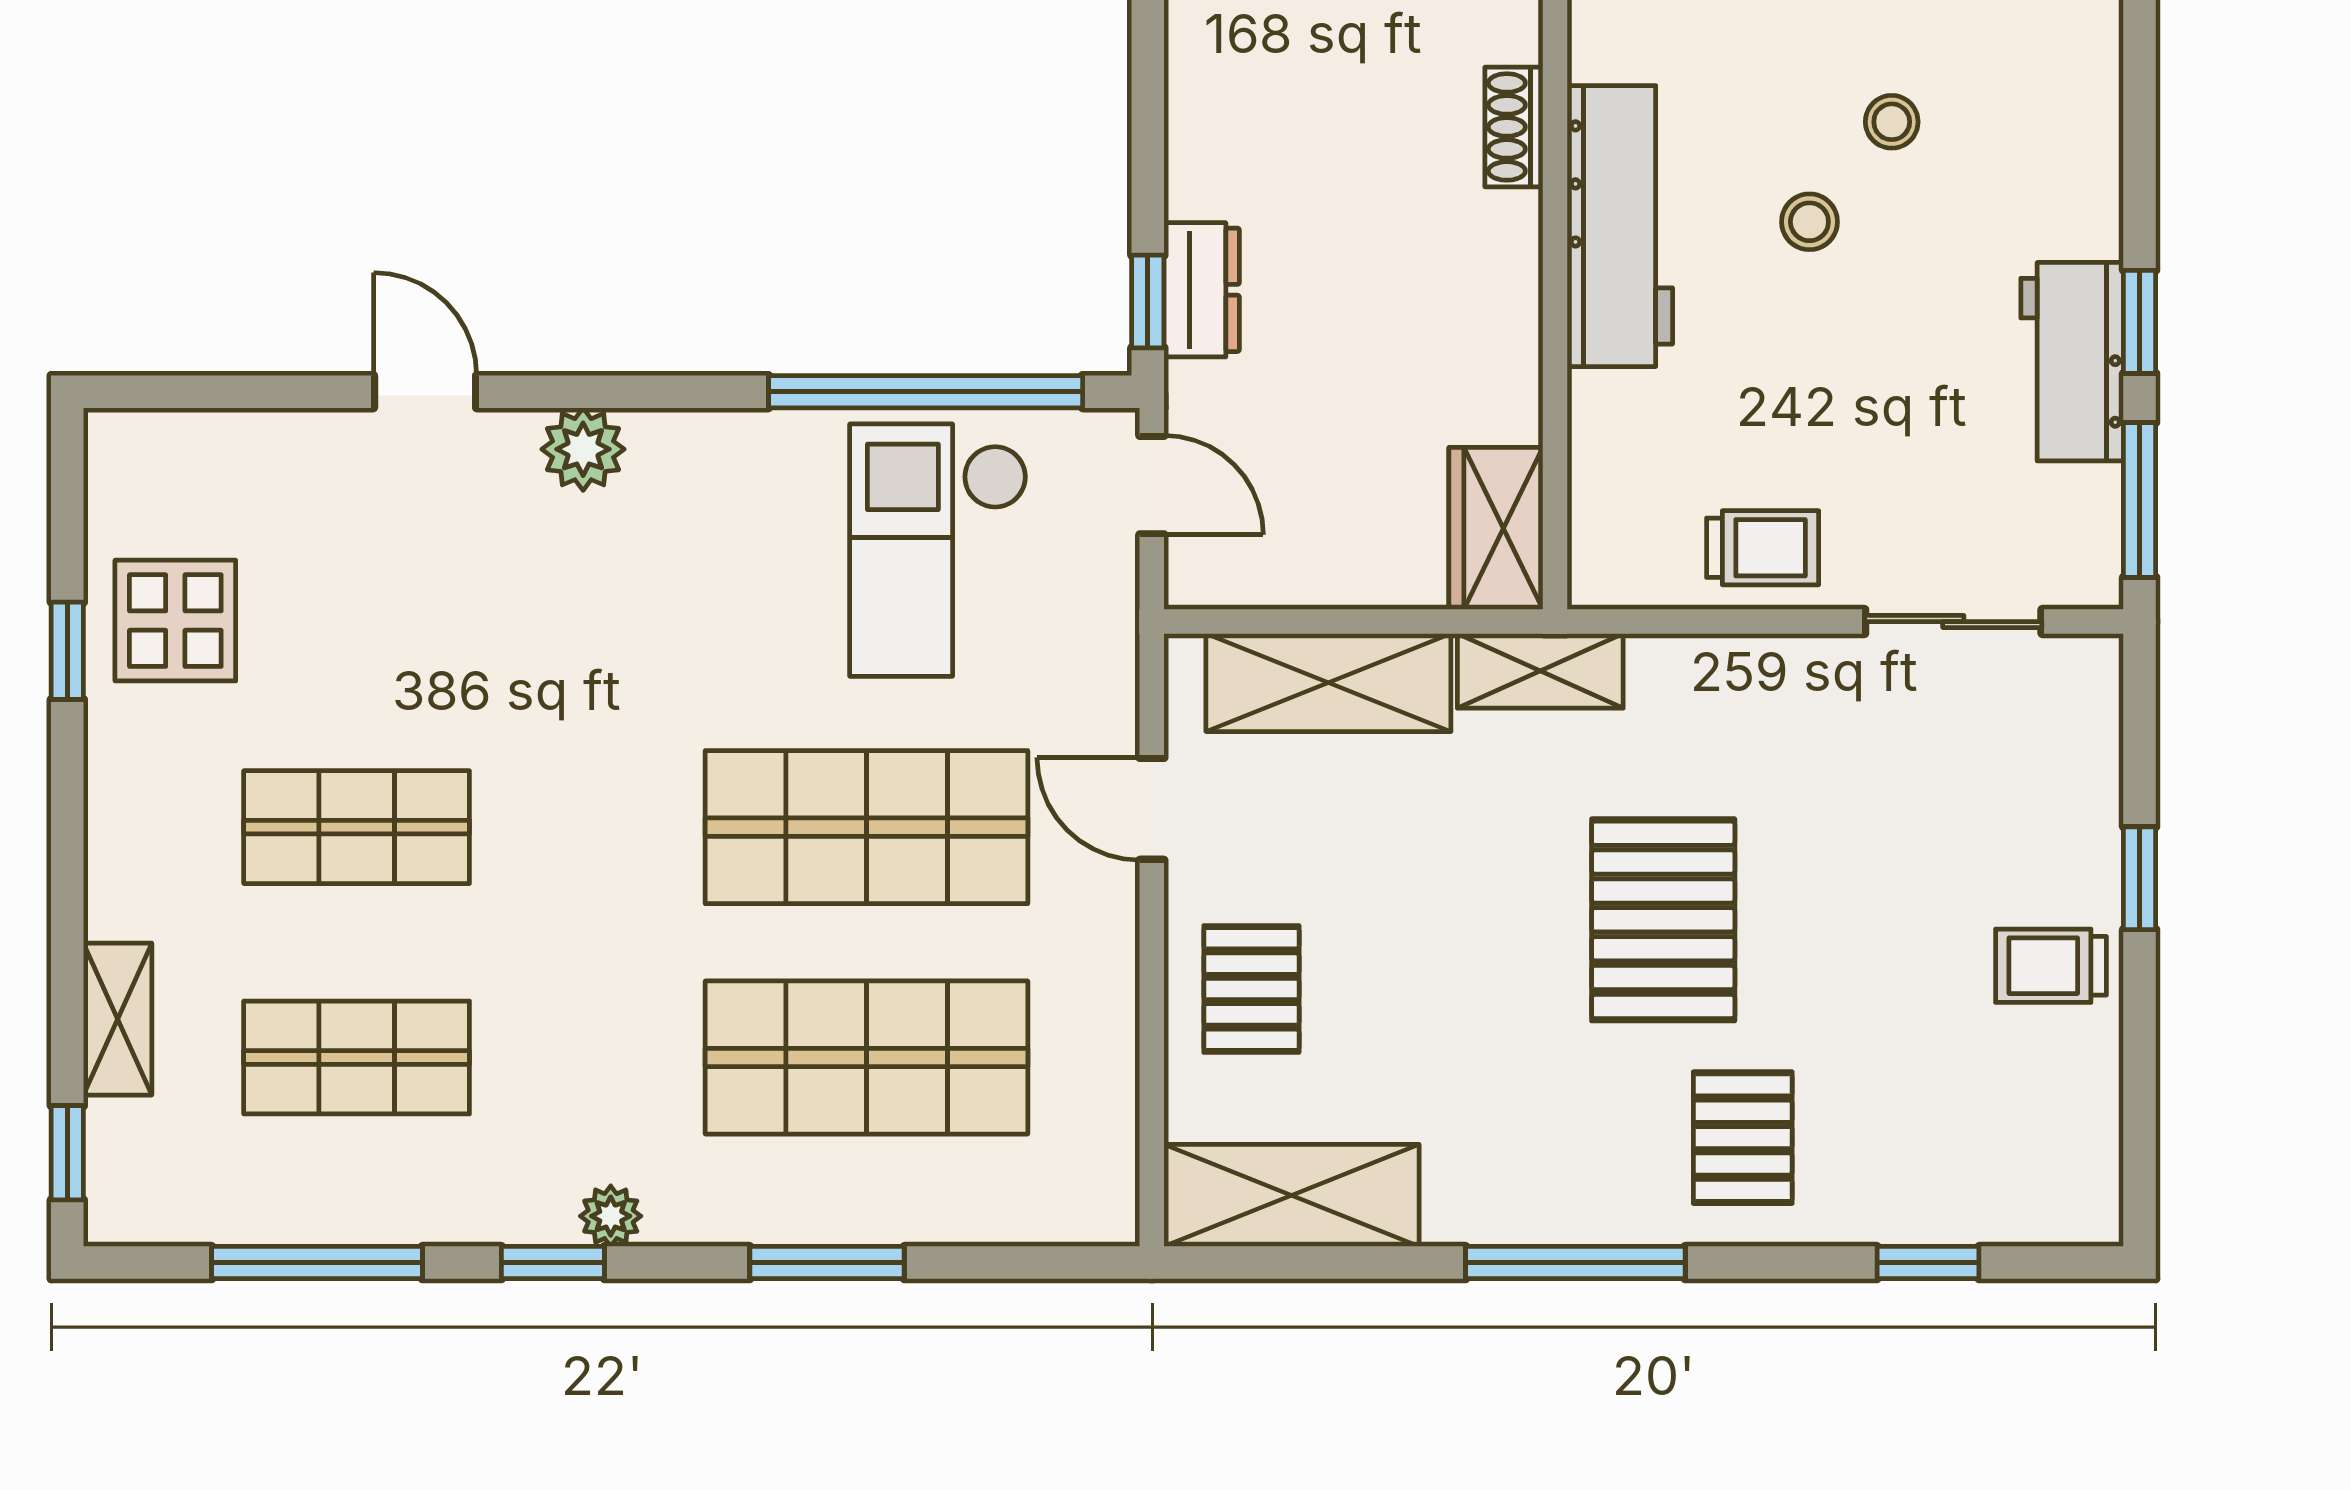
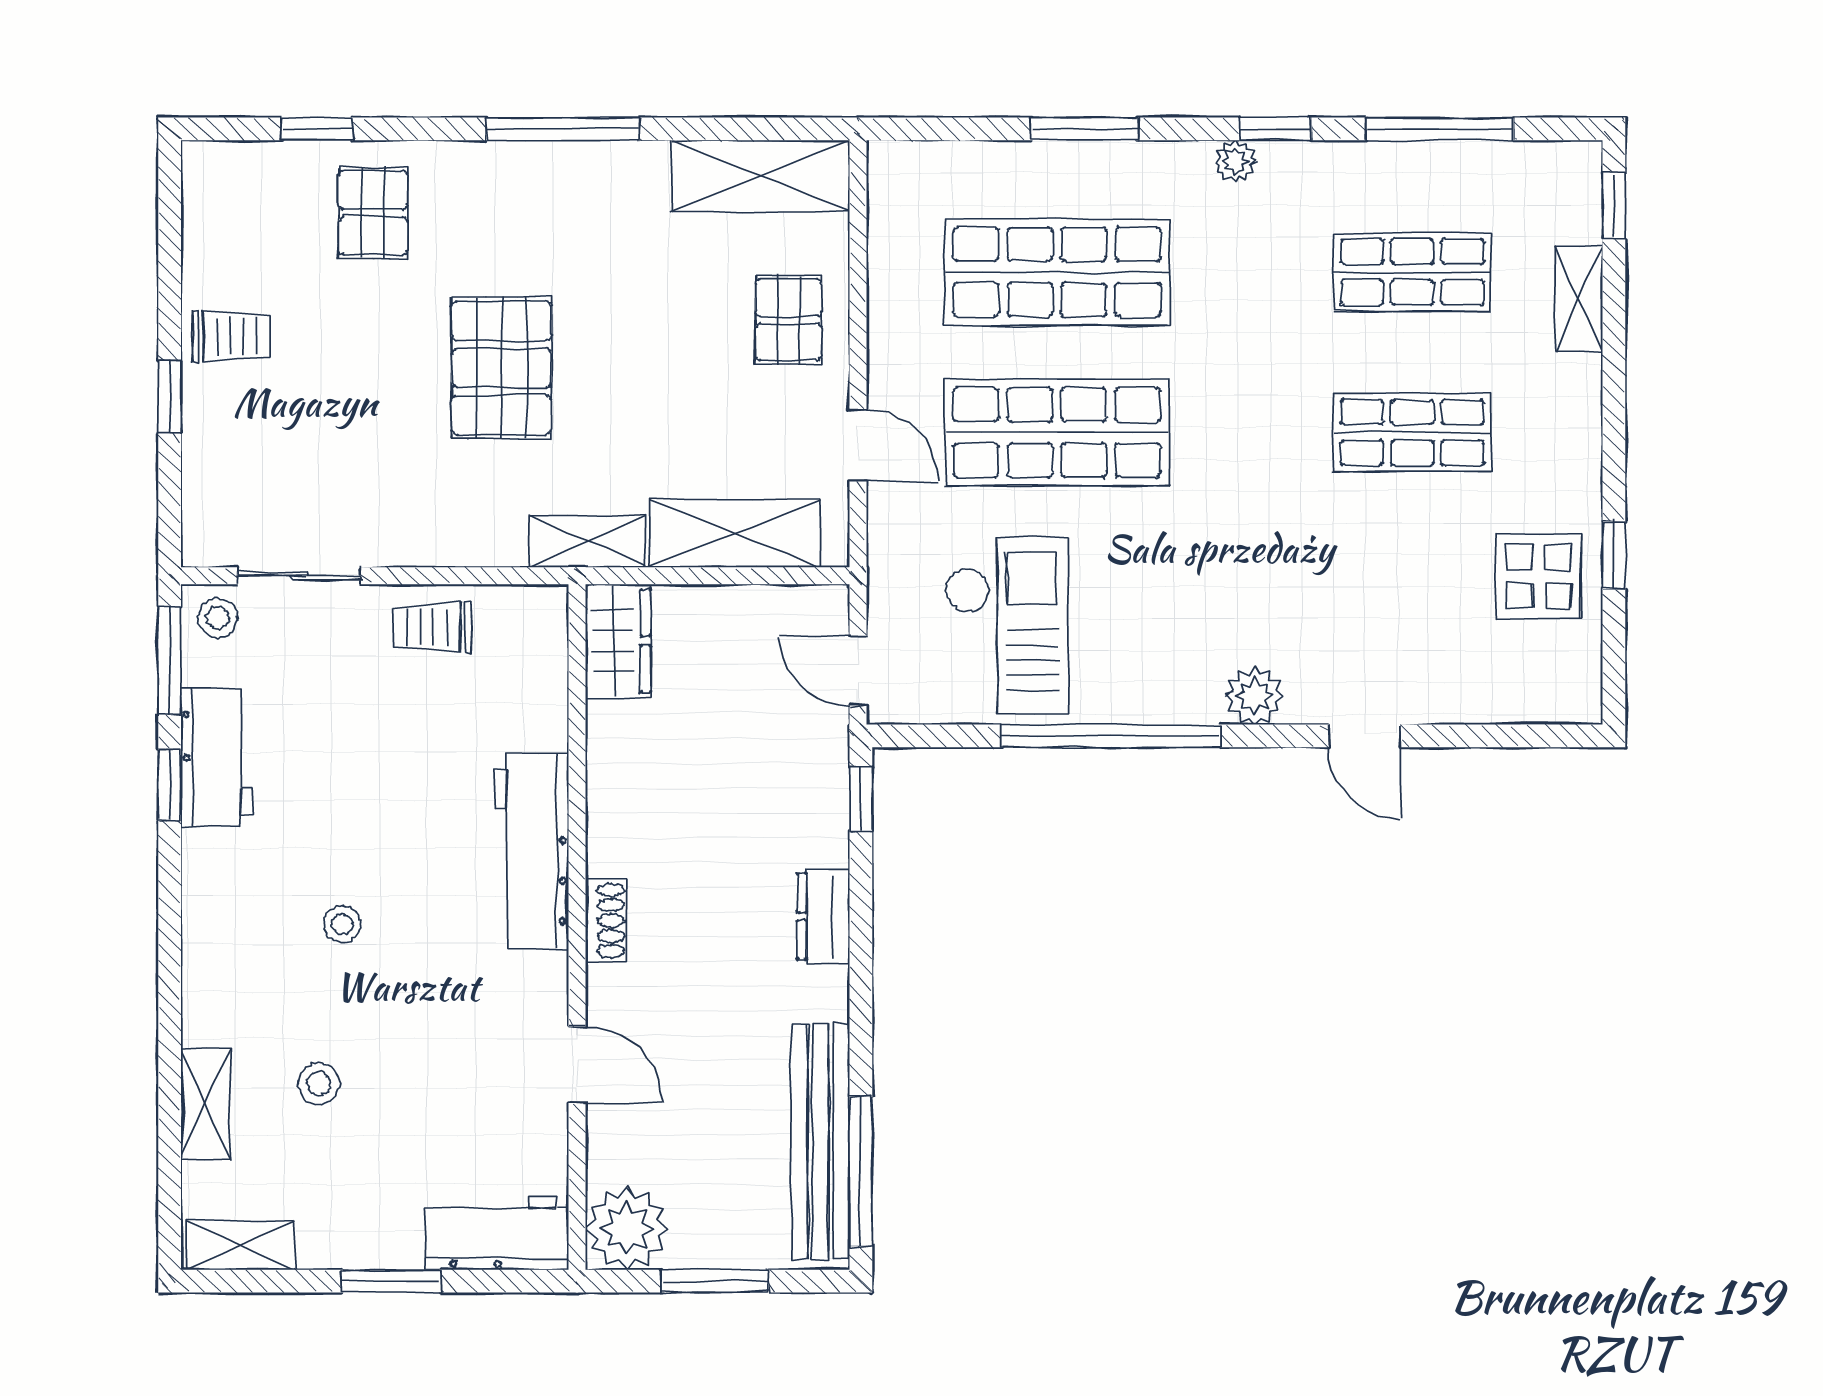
stool: (1809, 222) -> (218, 618), moved
dresser: (1202, 290) -> (823, 916), moved
window: (926, 392) -> (1111, 736), moved
pallet: (1743, 1138) -> (373, 213), moved

